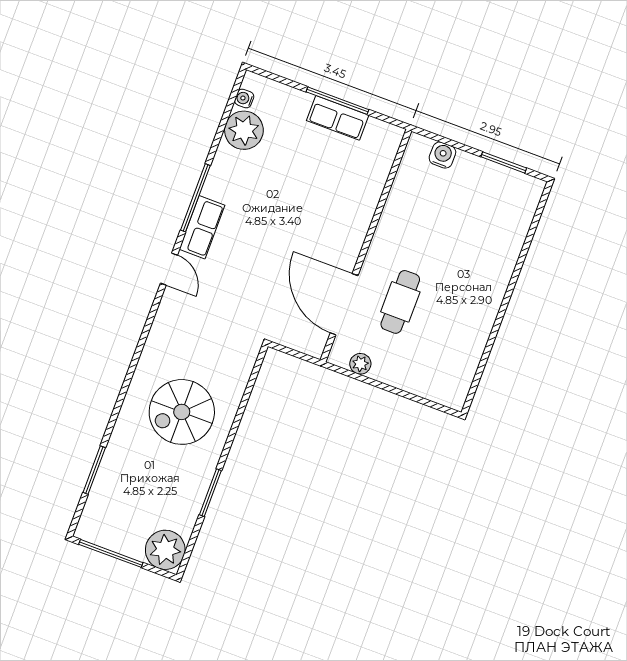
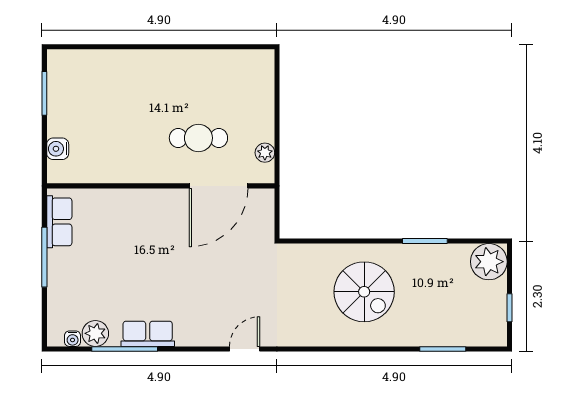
row of seats: (338, 118) -> (59, 222), moved
plant: (244, 130) -> (95, 333), width x0.73, depth x0.73
window: (195, 198) -> (125, 349), moved
row of seats: (202, 227) -> (148, 334), moved
window: (111, 553) -> (510, 308), width x0.46

